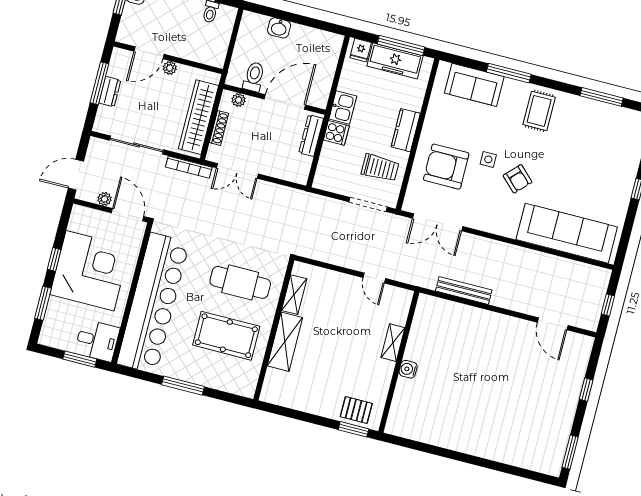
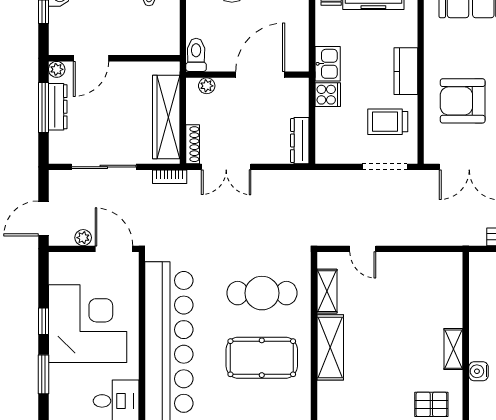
plant: (170, 68) -> (57, 69), moved
toilet: (254, 77) -> (196, 55), moved
dresser: (110, 92) -> (58, 107), width x1.44
shoe rack: (219, 128) -> (193, 144), moved
dresser: (311, 136) -> (300, 141), moved
bookcase: (189, 167) -> (170, 177), width x0.64
trolley: (380, 168) -> (388, 122), turned 180
door: (374, 278) -> (363, 249), moved
shelving: (393, 343) -> (453, 349), moved
water cooler: (408, 369) -> (478, 371), moved

